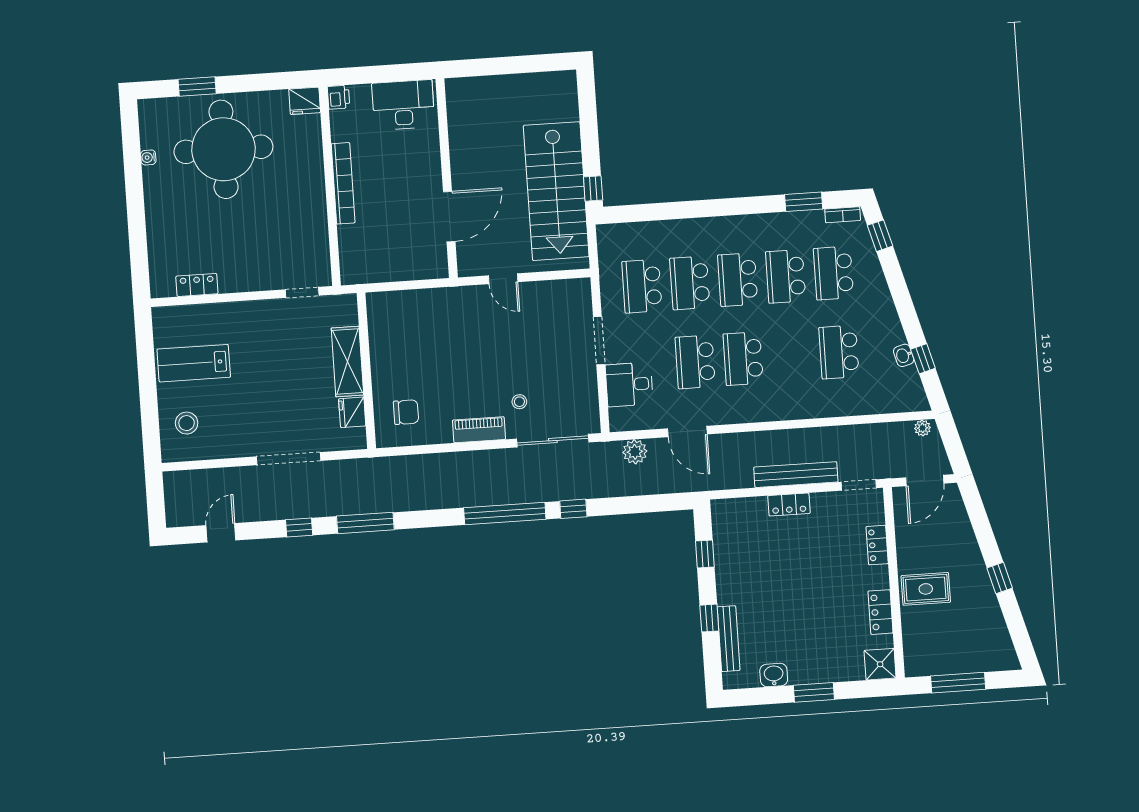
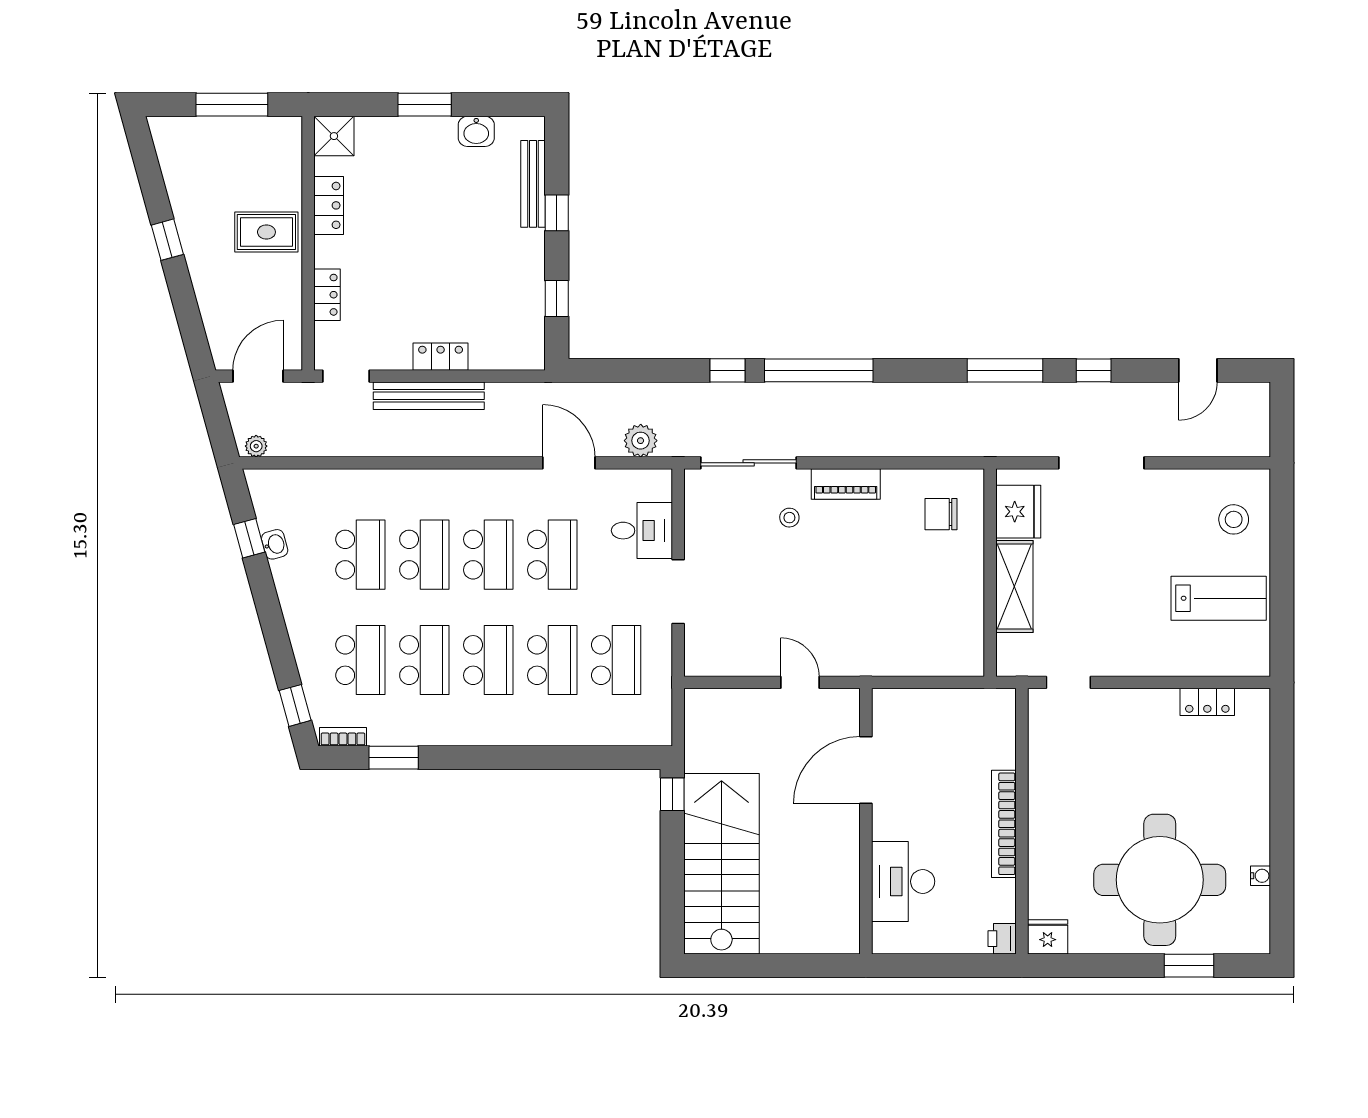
desk: (403, 105) -> (903, 881), moved, turned 90
stairs: (556, 191) -> (721, 864), moved
school desk: (791, 355) -> (424, 555), added
fridge: (352, 412) -> (1018, 512), width x1.36, depth x1.34

